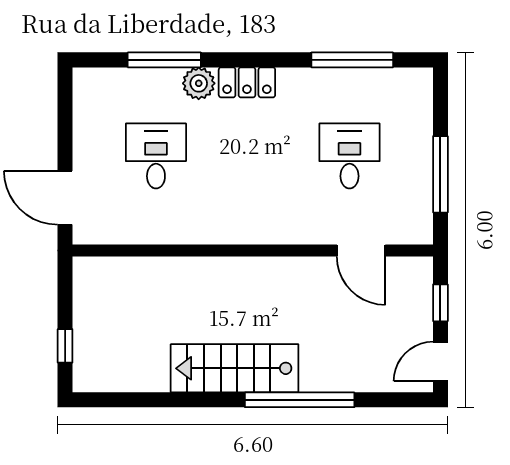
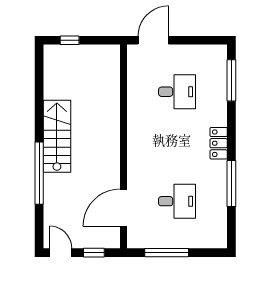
window: (164, 60) -> (231, 80), moved
window: (352, 60) -> (231, 183), moved
plant: (199, 83) -> (218, 116), removed
door: (361, 251) -> (124, 208), width x1.36

